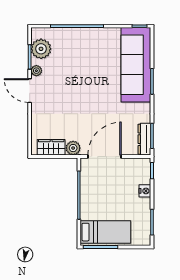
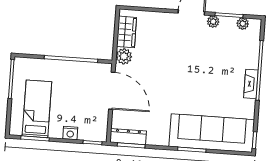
fireplace: (90, 33) -> (251, 84), added
plant: (41, 49) -> (243, 24), width x0.53, depth x0.53
bed: (105, 232) -> (37, 109), moved, turned 180

